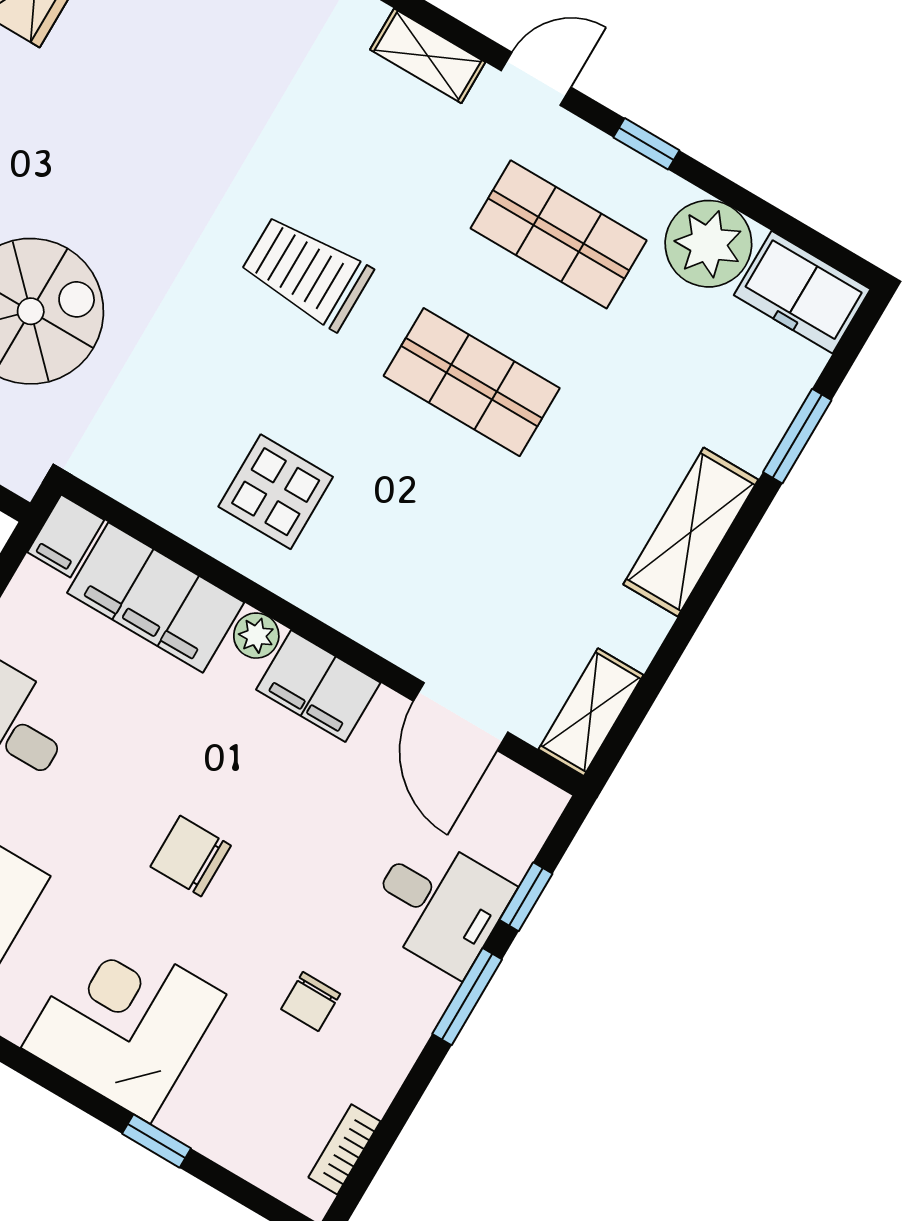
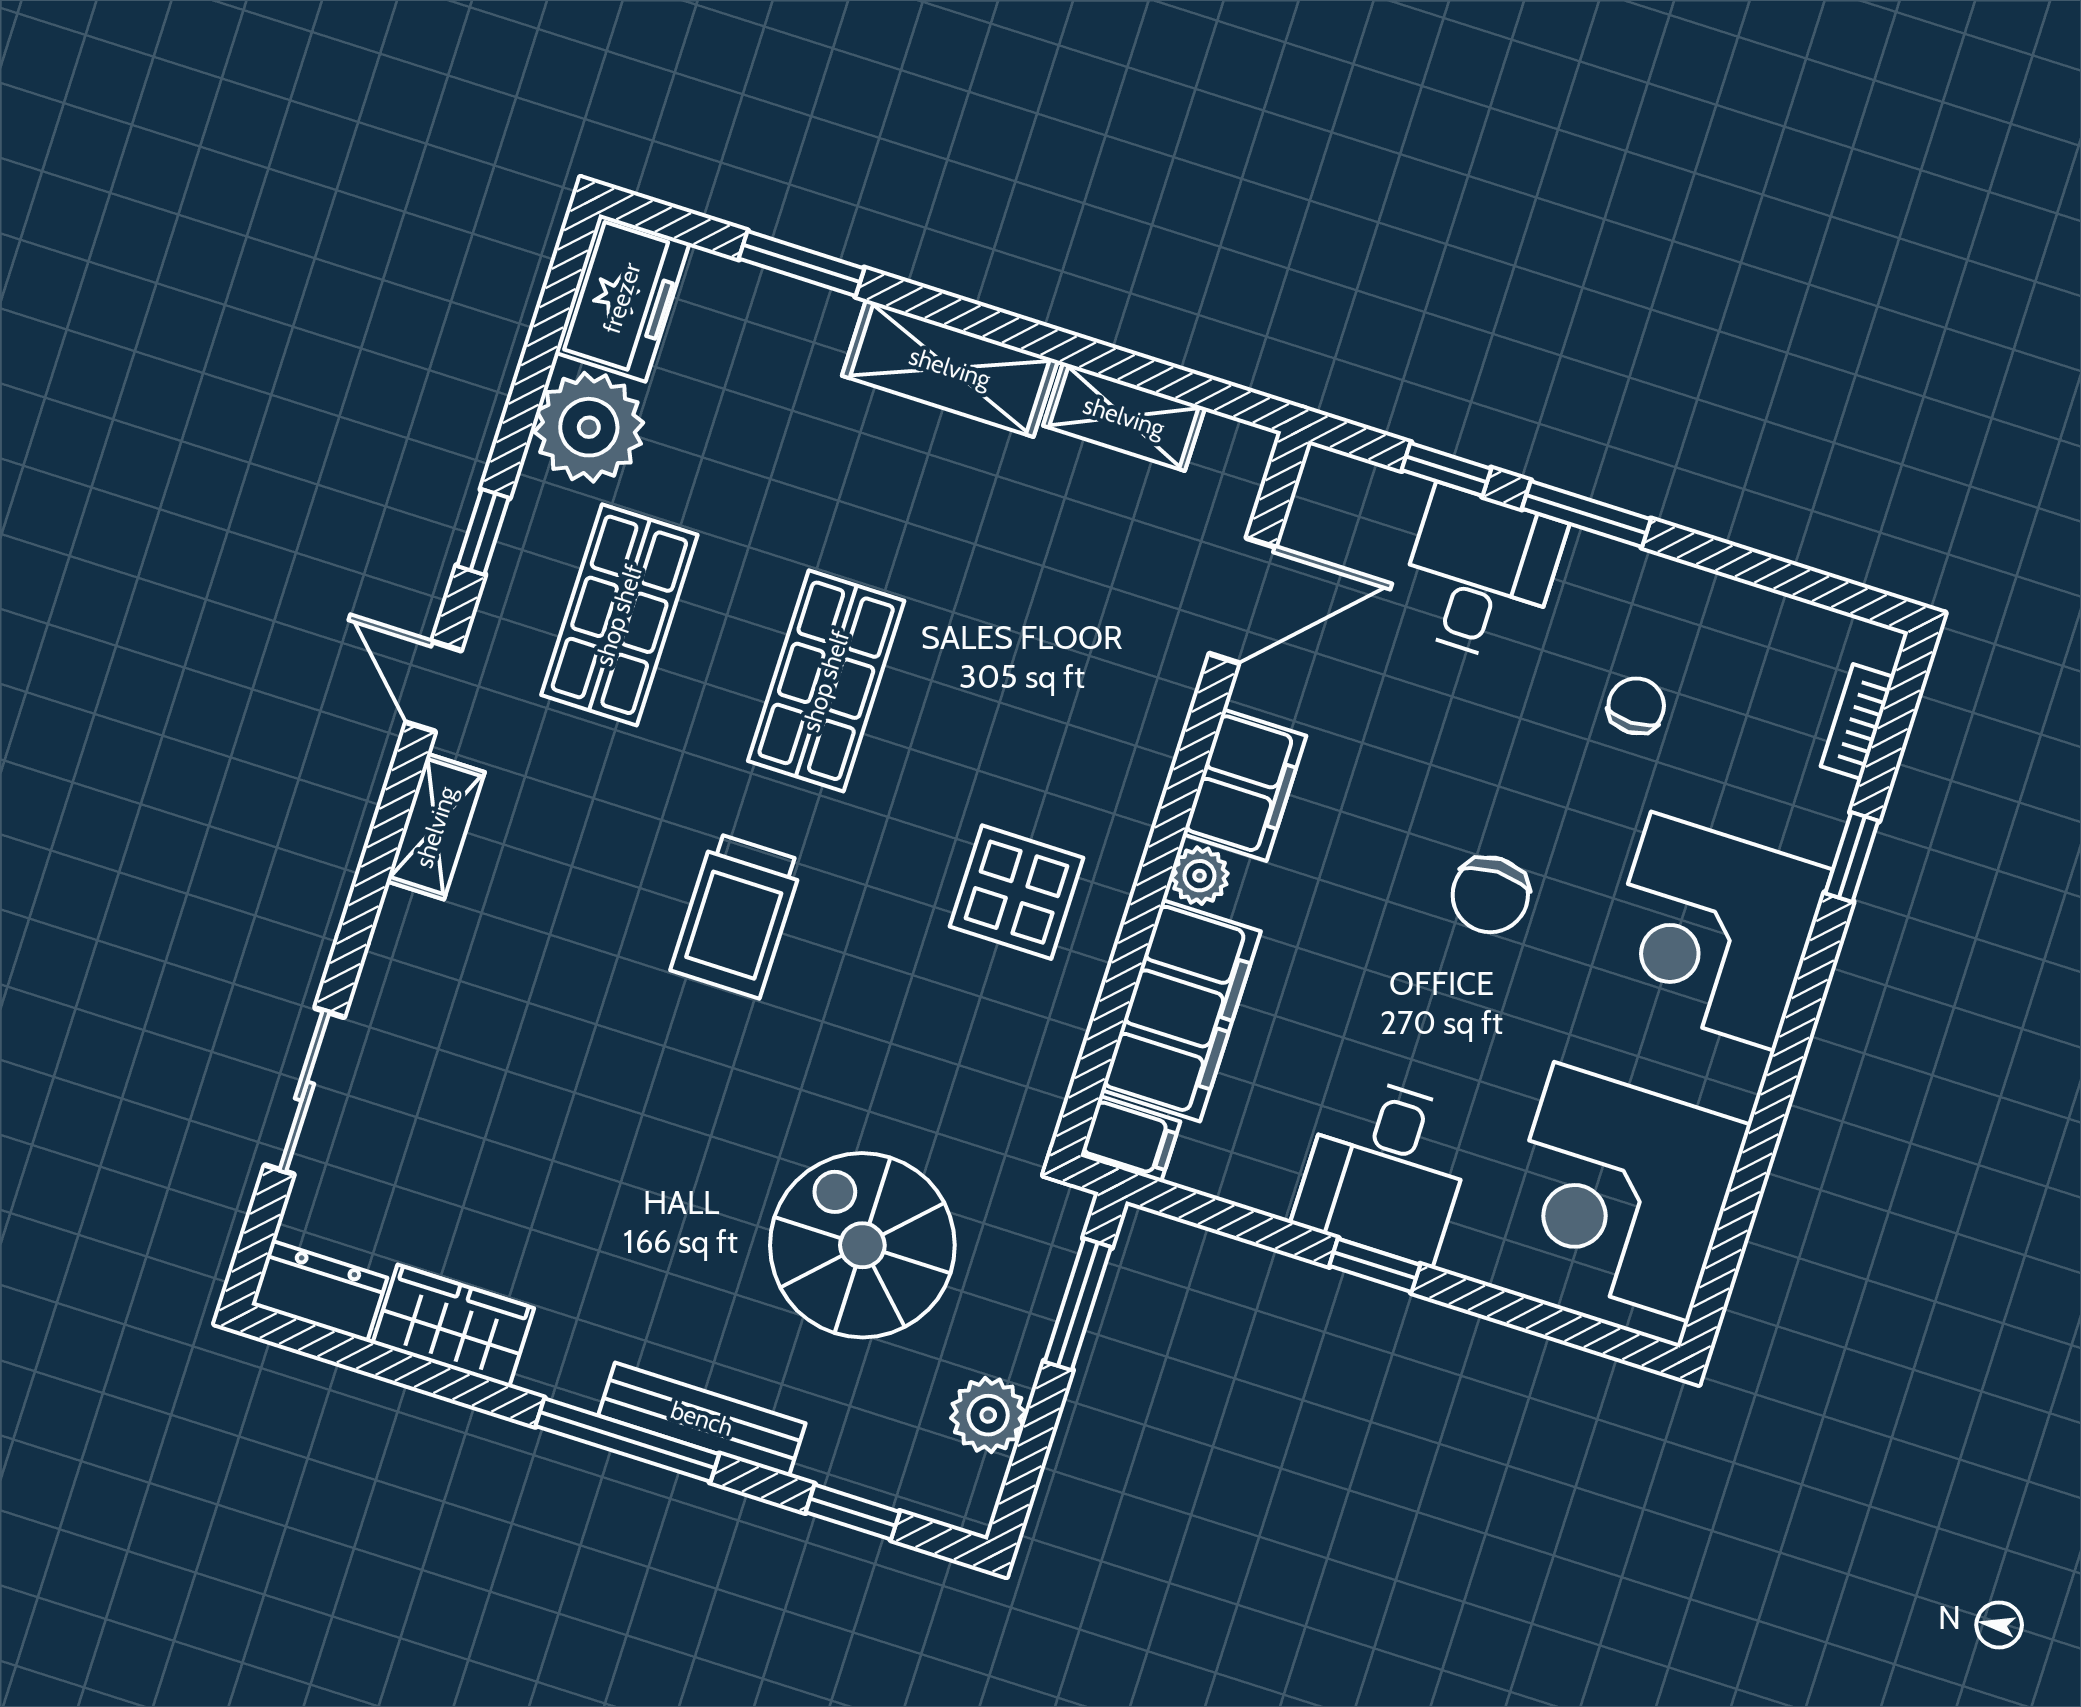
shelving: (591, 712) -> (1124, 417), moved
chair: (311, 1001) -> (1636, 706), turned -90
bookcase: (344, 1149) -> (1857, 722), moved, turned 90

